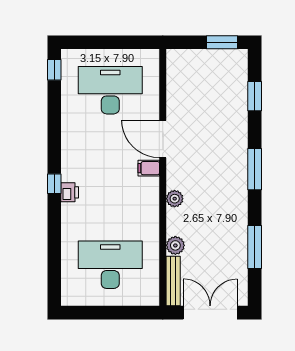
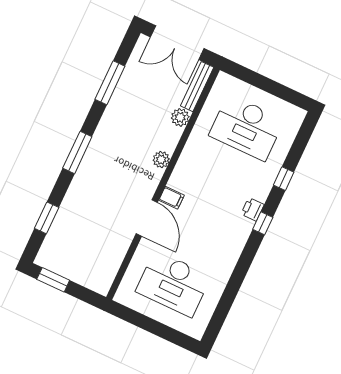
window: (54, 70) -> (284, 179), moved

